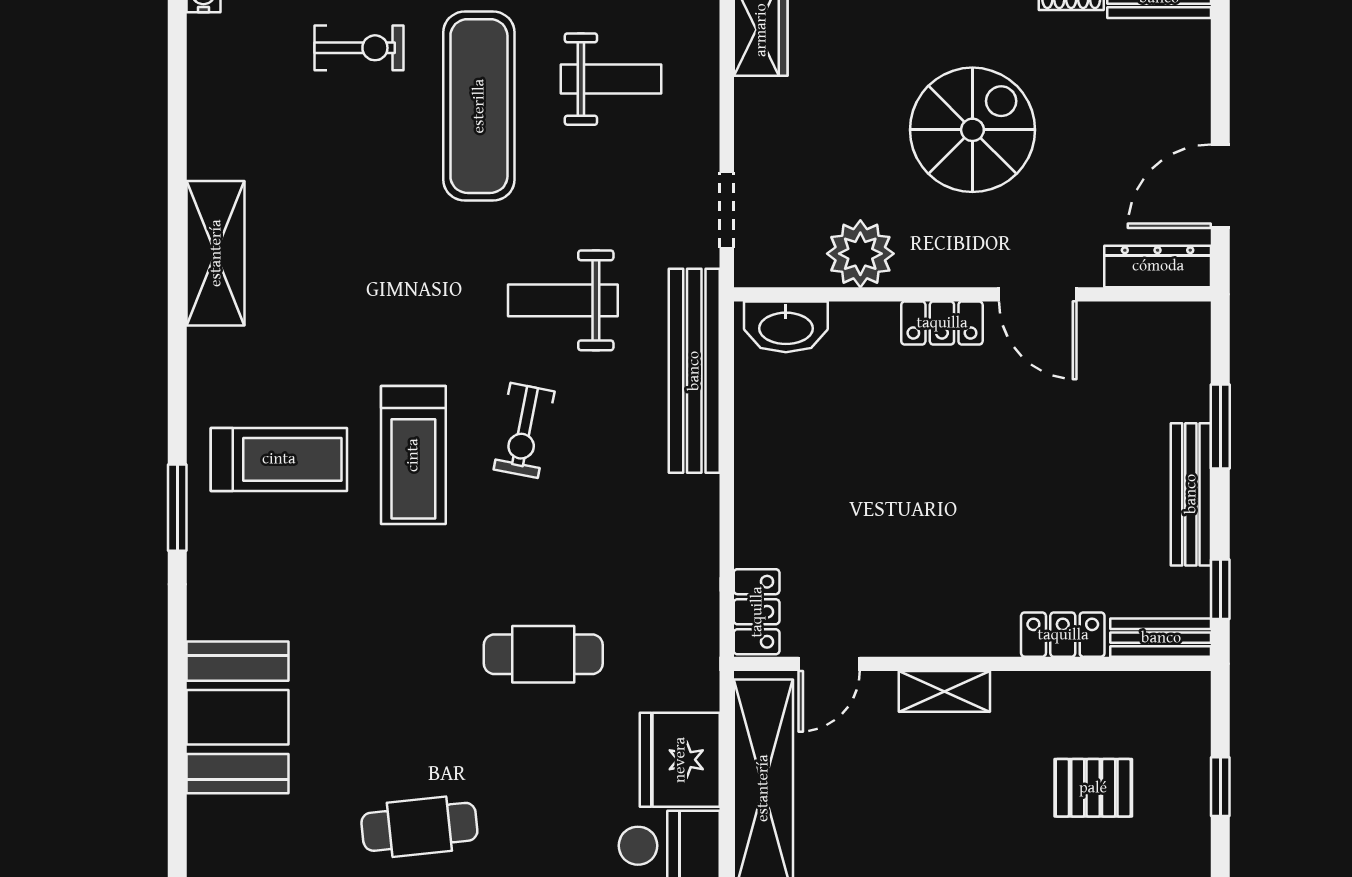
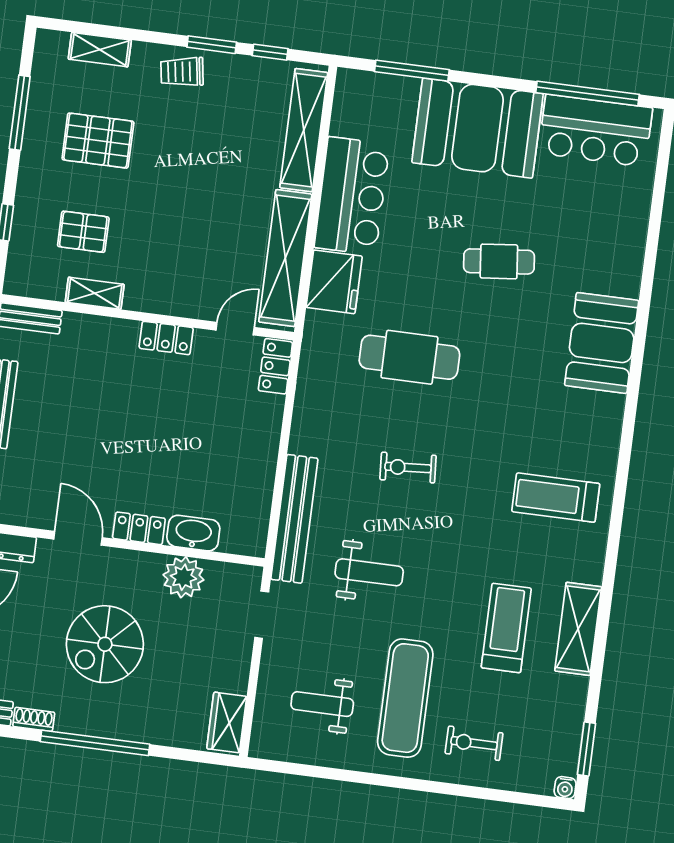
washbasin: (786, 327) -> (193, 533), moved
exercise bike: (524, 430) -> (408, 468), moved, turned -105
treadmill: (413, 455) -> (506, 628), moved
window: (177, 508) -> (586, 749), moved
locker: (1063, 635) -> (166, 338), moved
cafe table: (543, 654) -> (409, 357), width x1.37, depth x1.35
shelving: (944, 691) -> (95, 293), moved

